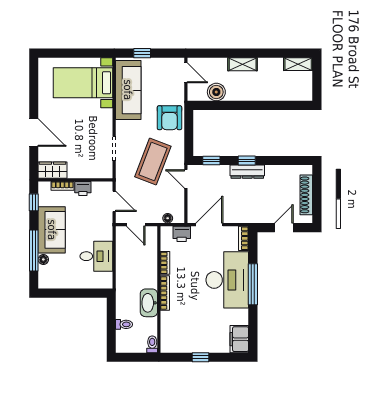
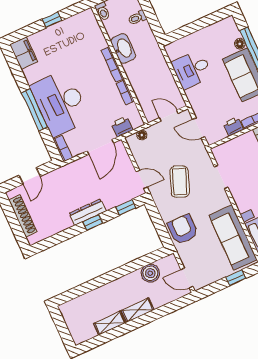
shelving: (298, 64) -> (110, 323), moved
coffee table: (153, 161) -> (180, 182), width x0.73, depth x0.76

